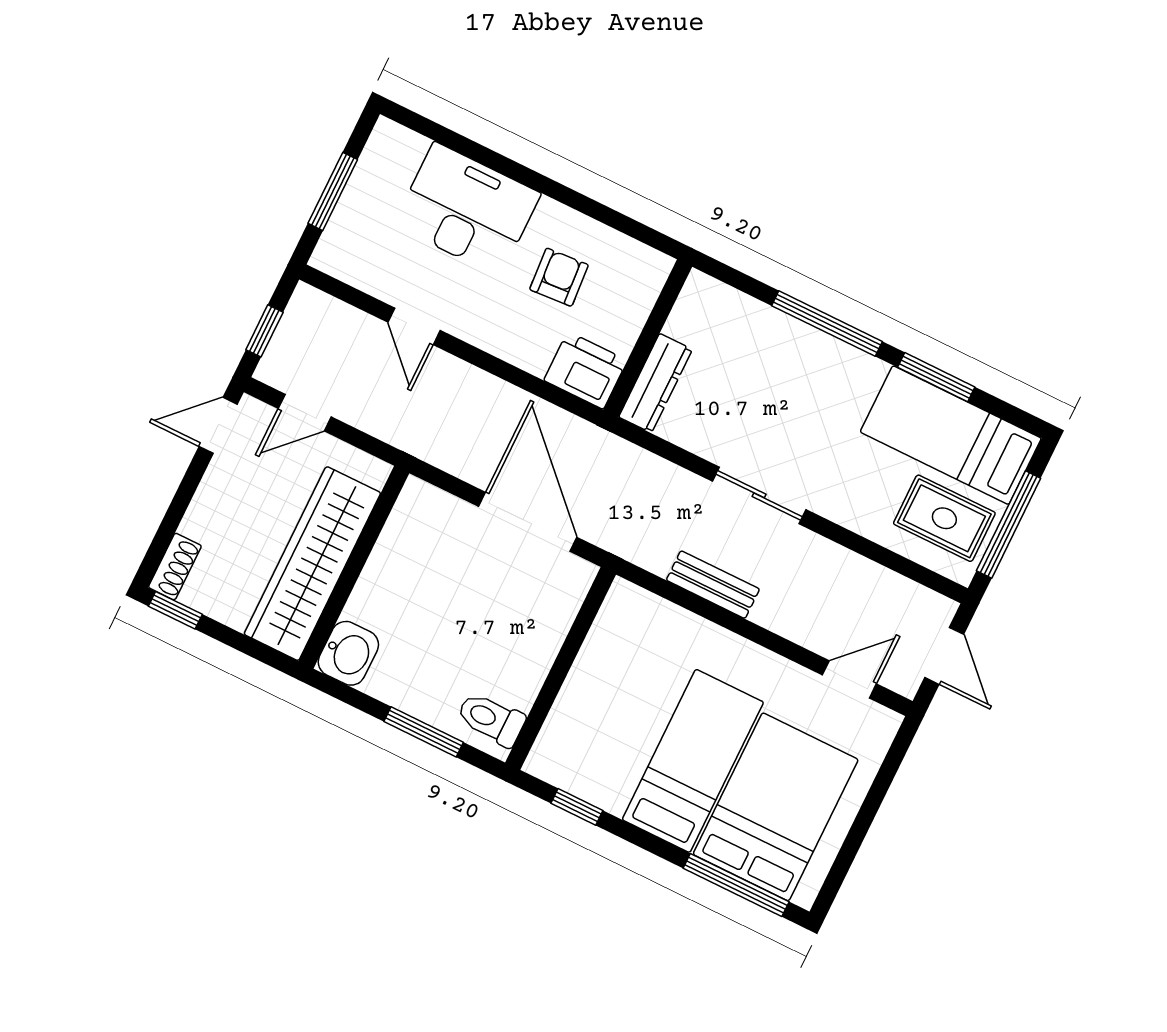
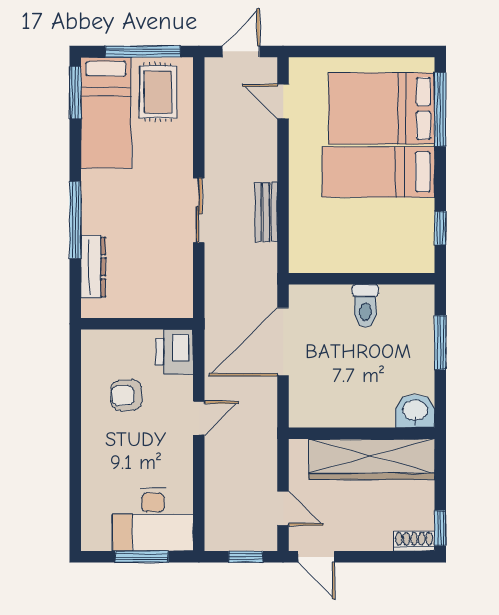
desk: (467, 209) -> (153, 519), moved, turned -90
door: (414, 326) -> (199, 418), moved
window: (936, 377) -> (75, 92), moved
dresser: (655, 383) -> (93, 267), moved, turned 90
toilet: (491, 719) -> (365, 306), moved

